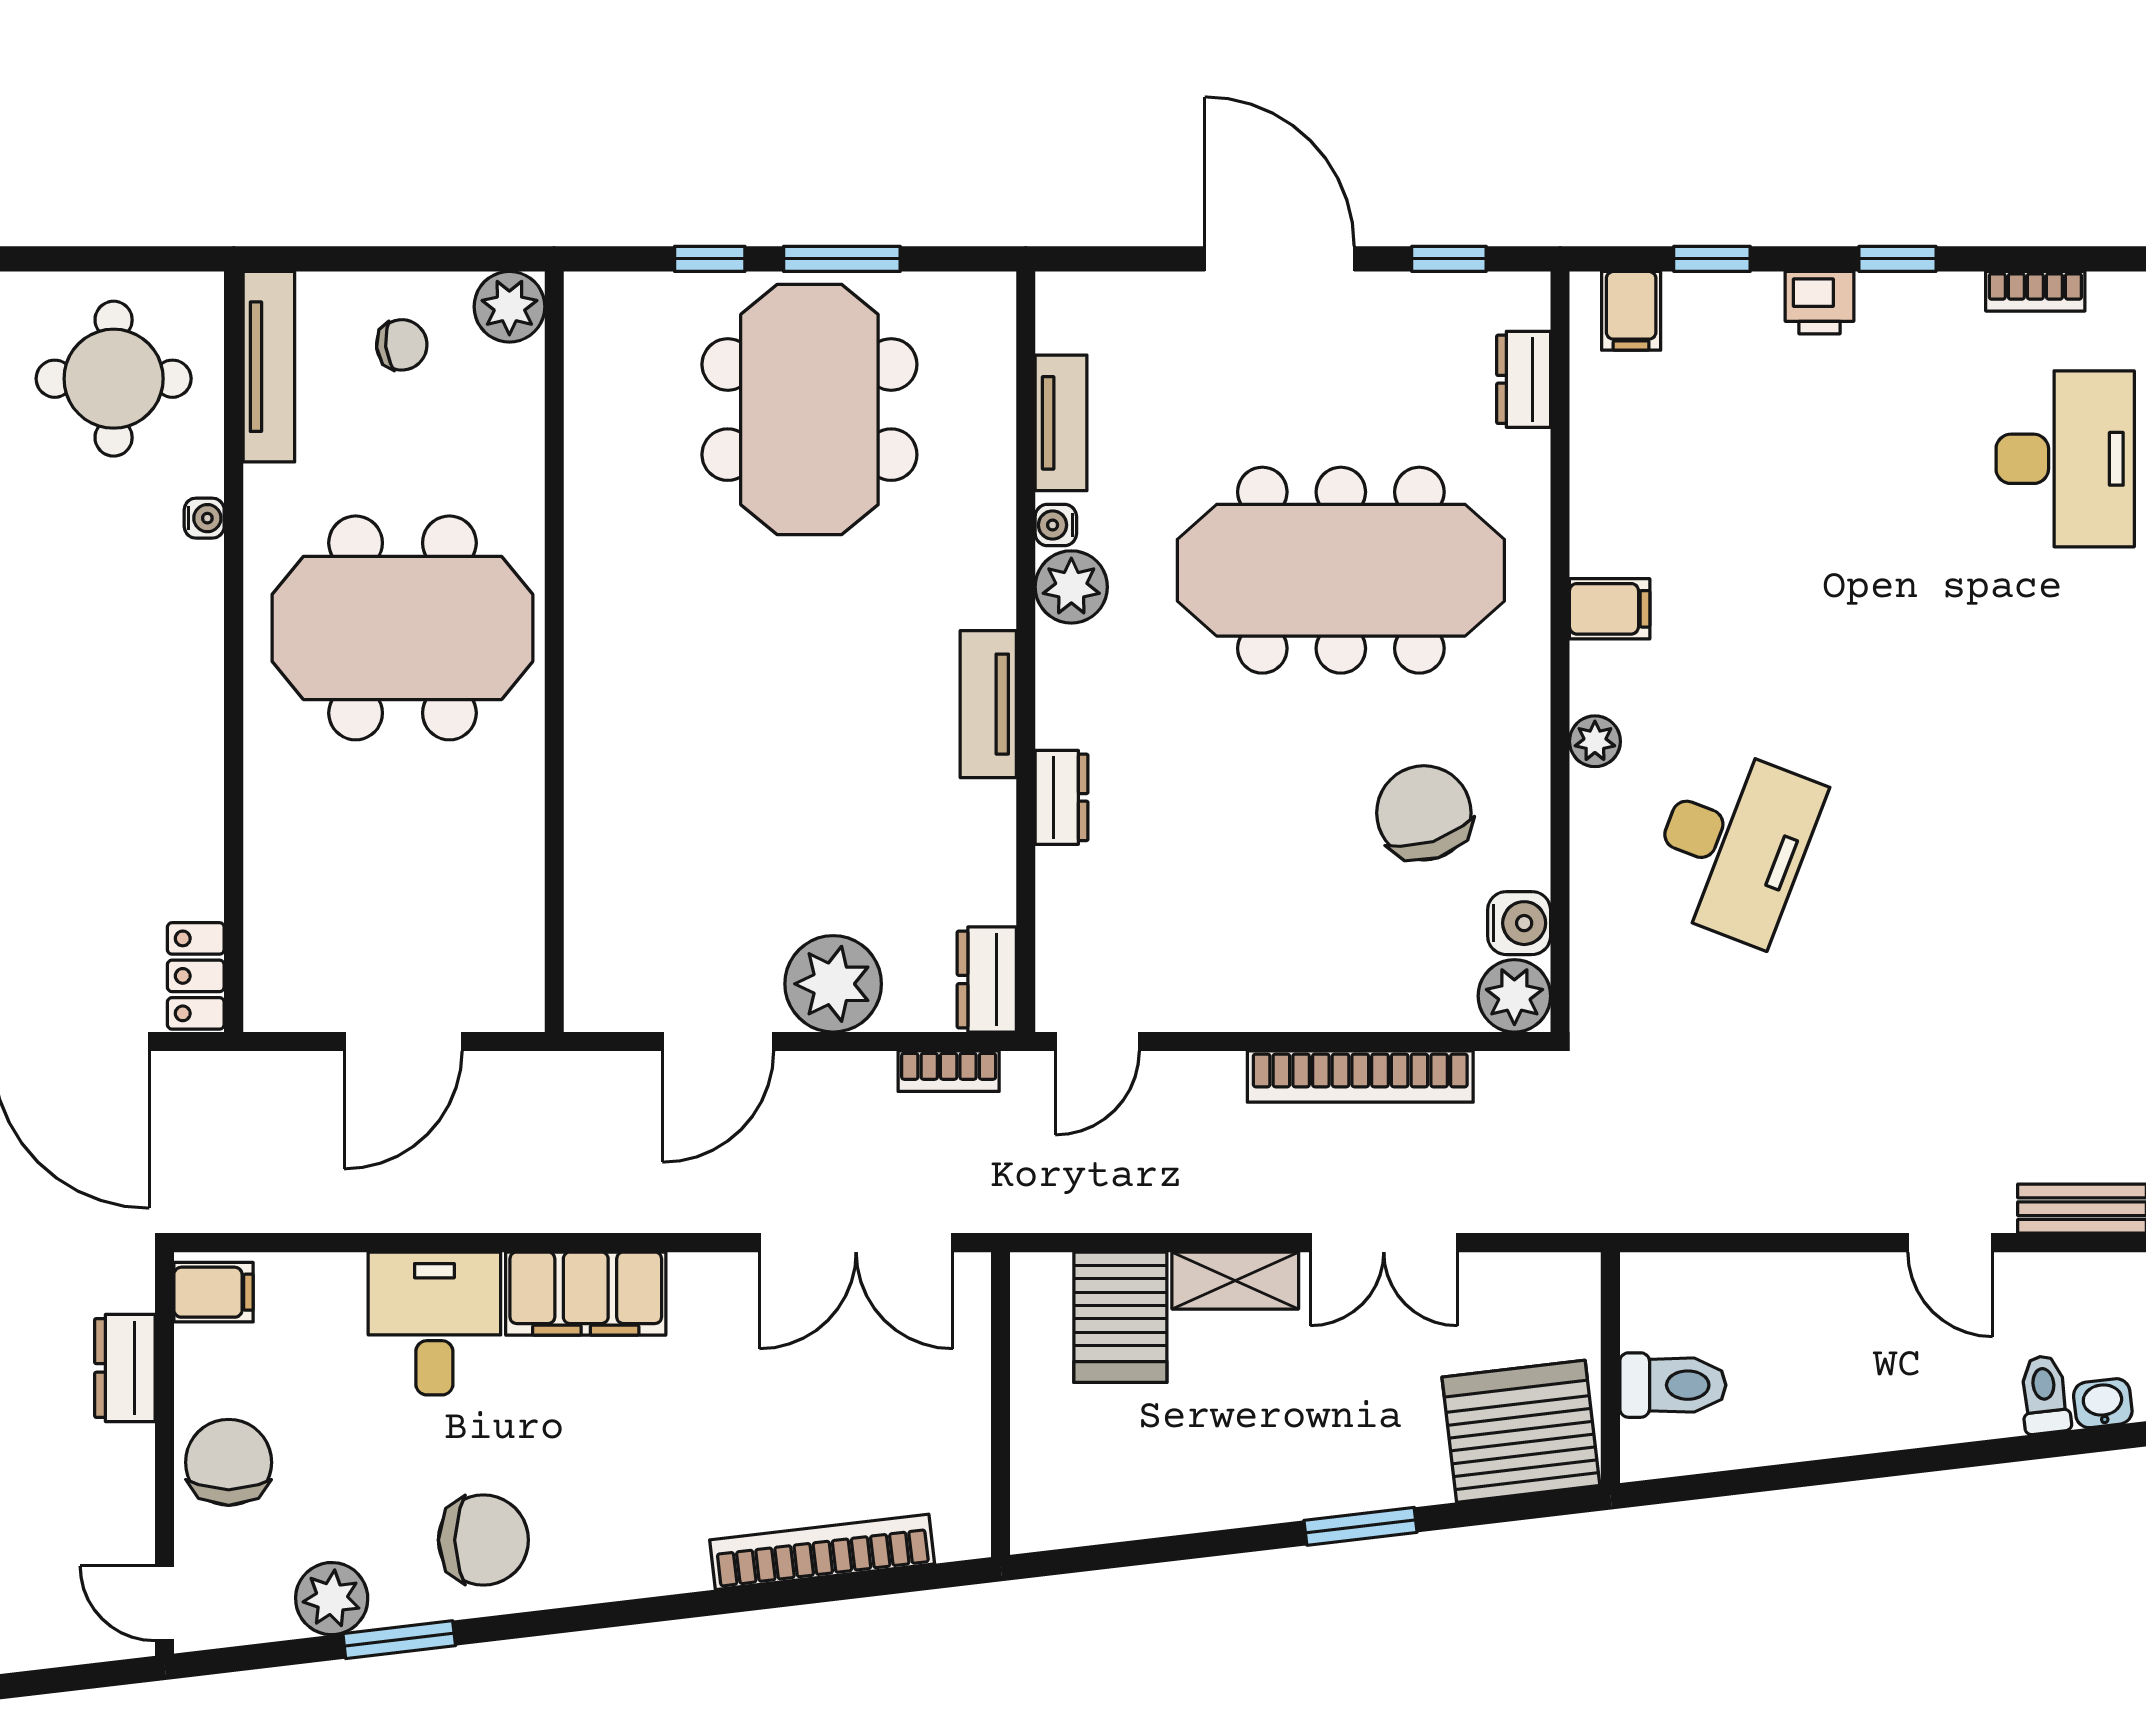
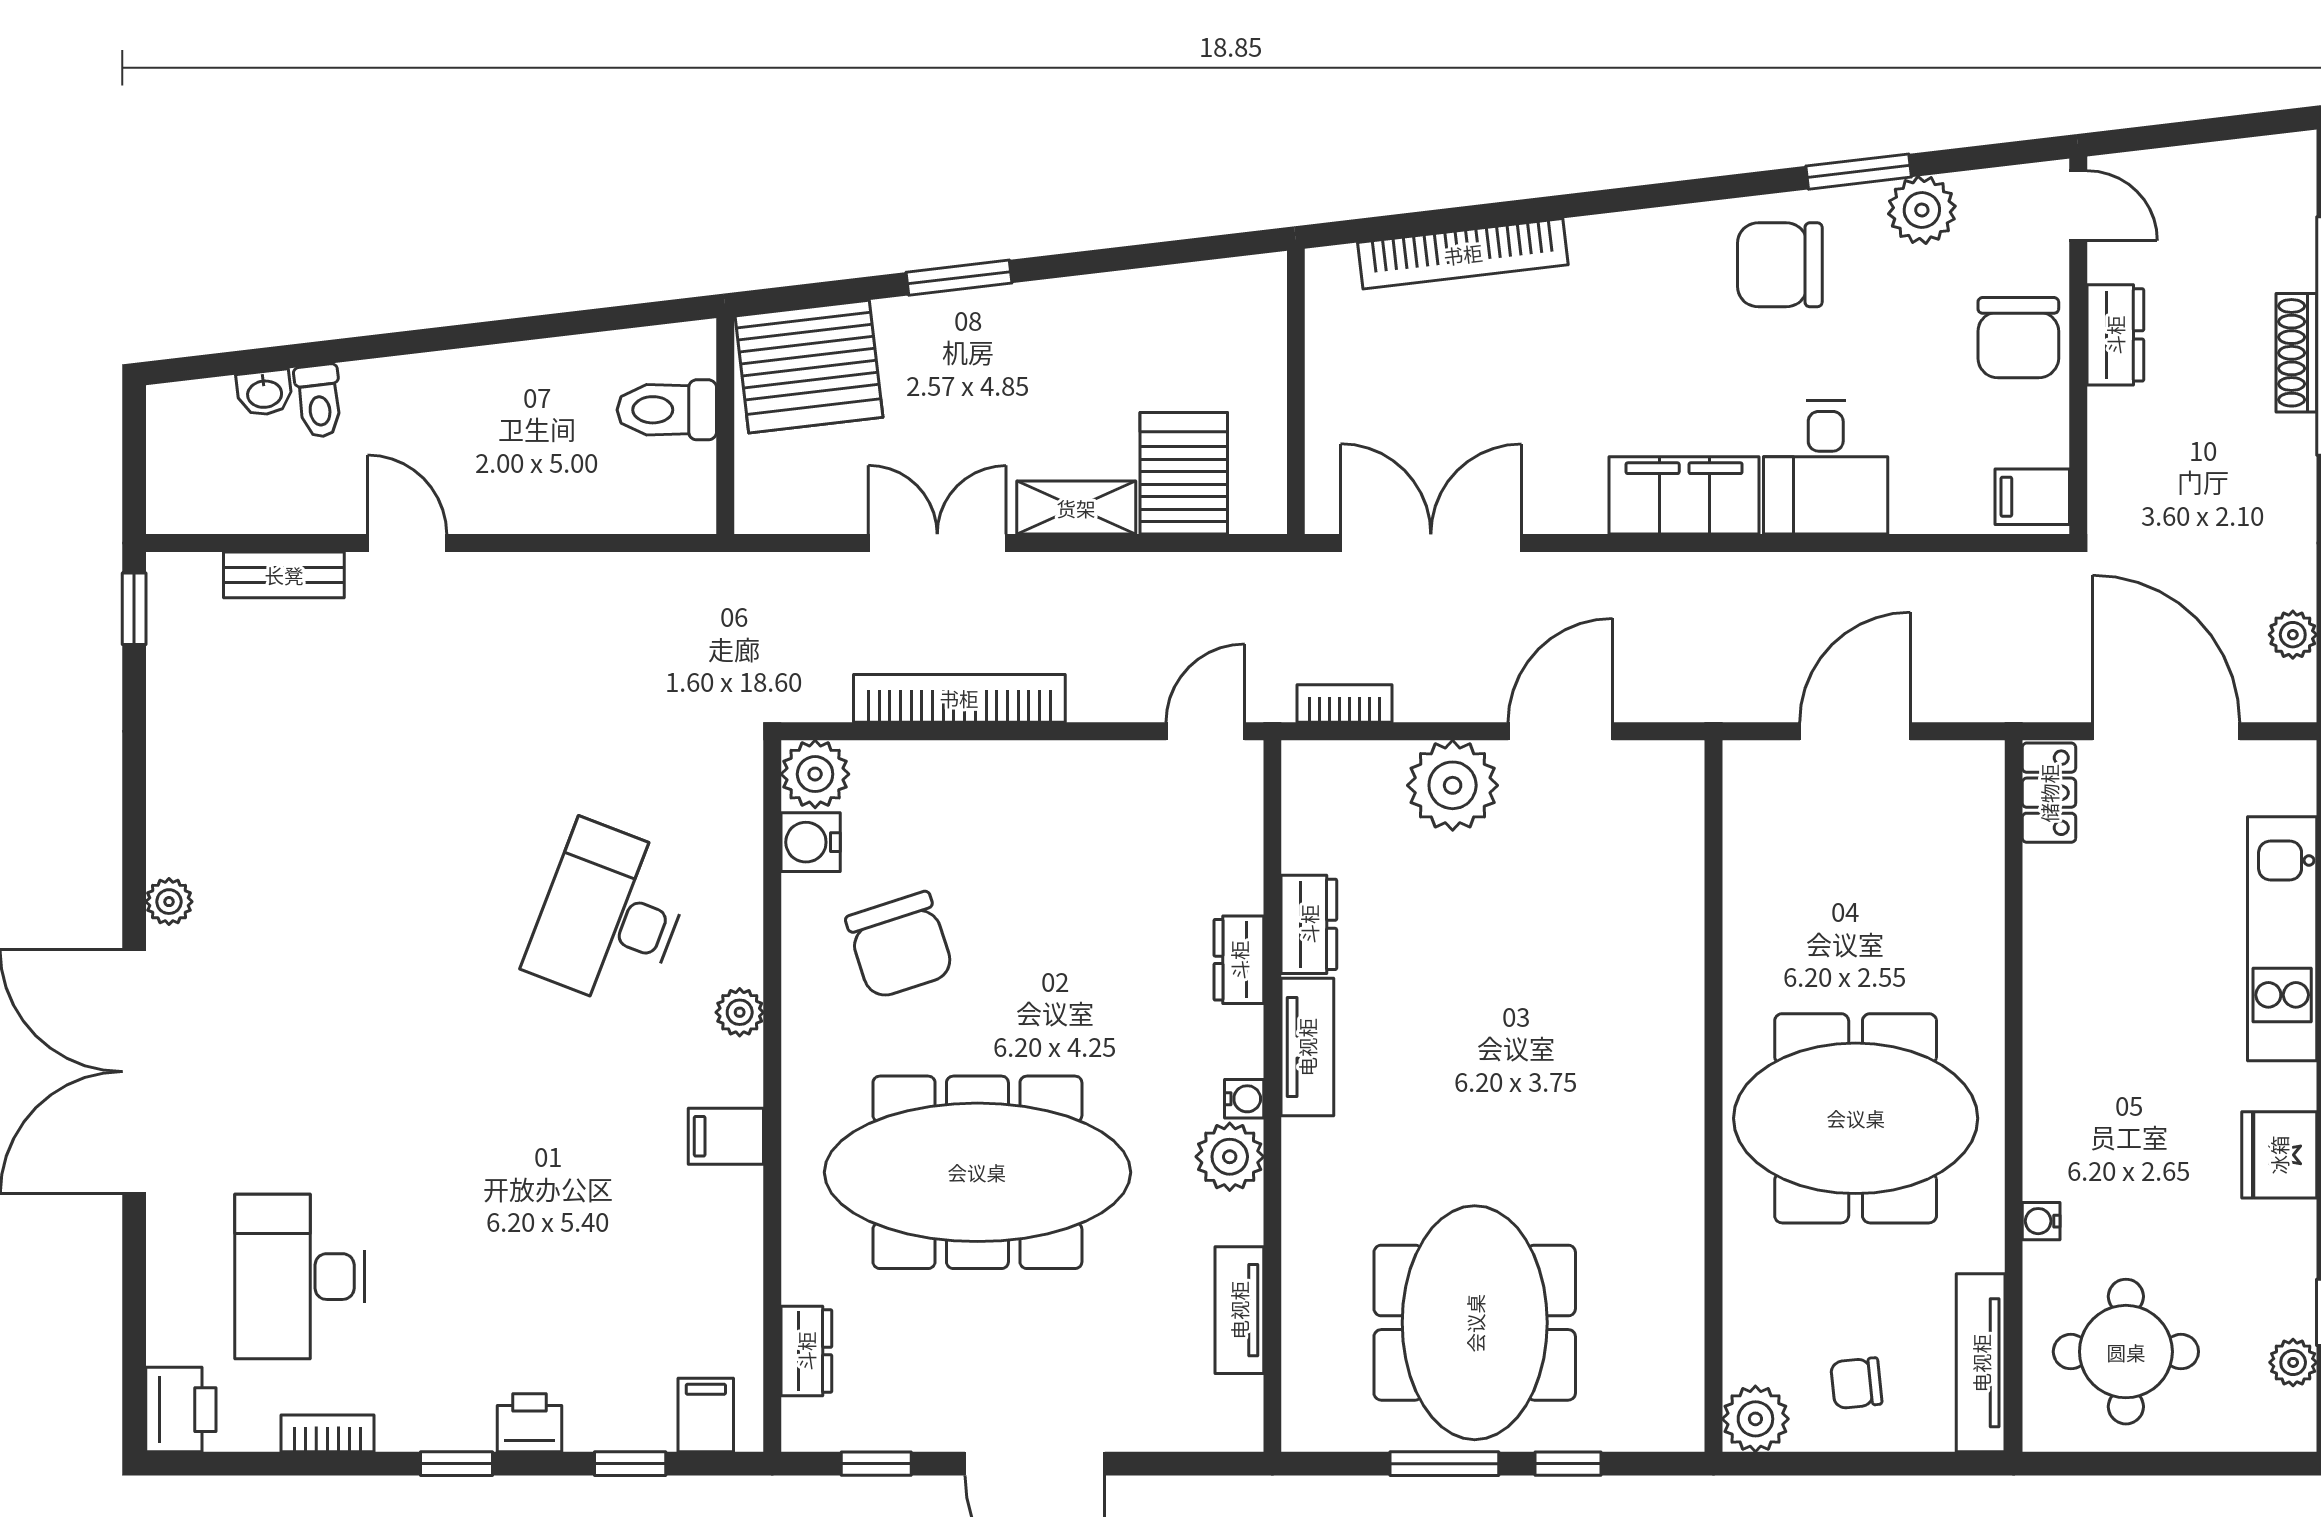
water cooler: (1056, 525) -> (1244, 1099), moved
dresser: (987, 979) -> (1309, 924), moved
dresser: (125, 1368) -> (2115, 335), moved

